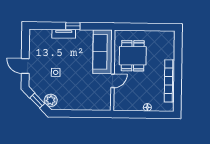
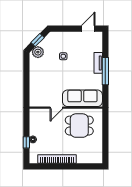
window: (73, 26) -> (105, 71), width x2.17
door: (25, 66) -> (88, 29), moved
door: (113, 81) -> (56, 108), hinge flipped
window: (150, 115) -> (26, 142), added

